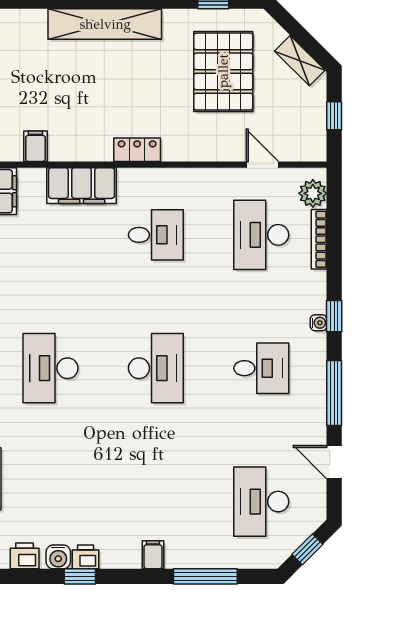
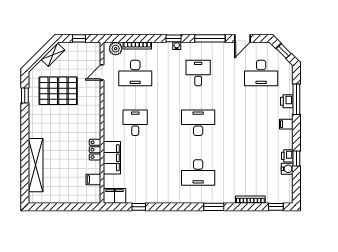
shelving: (105, 24) -> (36, 165), moved
locker: (137, 150) -> (95, 150), moved
printer: (25, 556) -> (287, 101), moved

